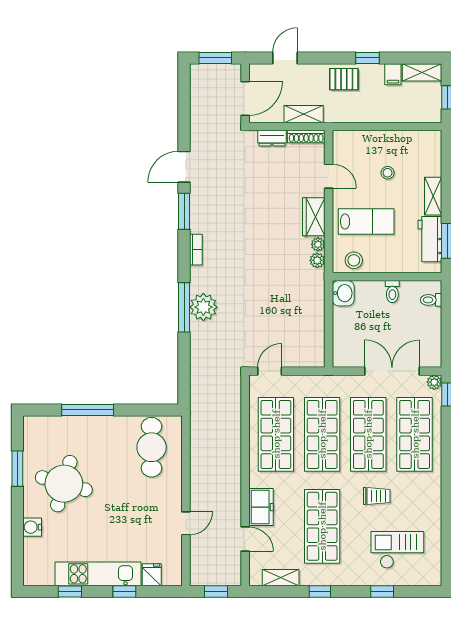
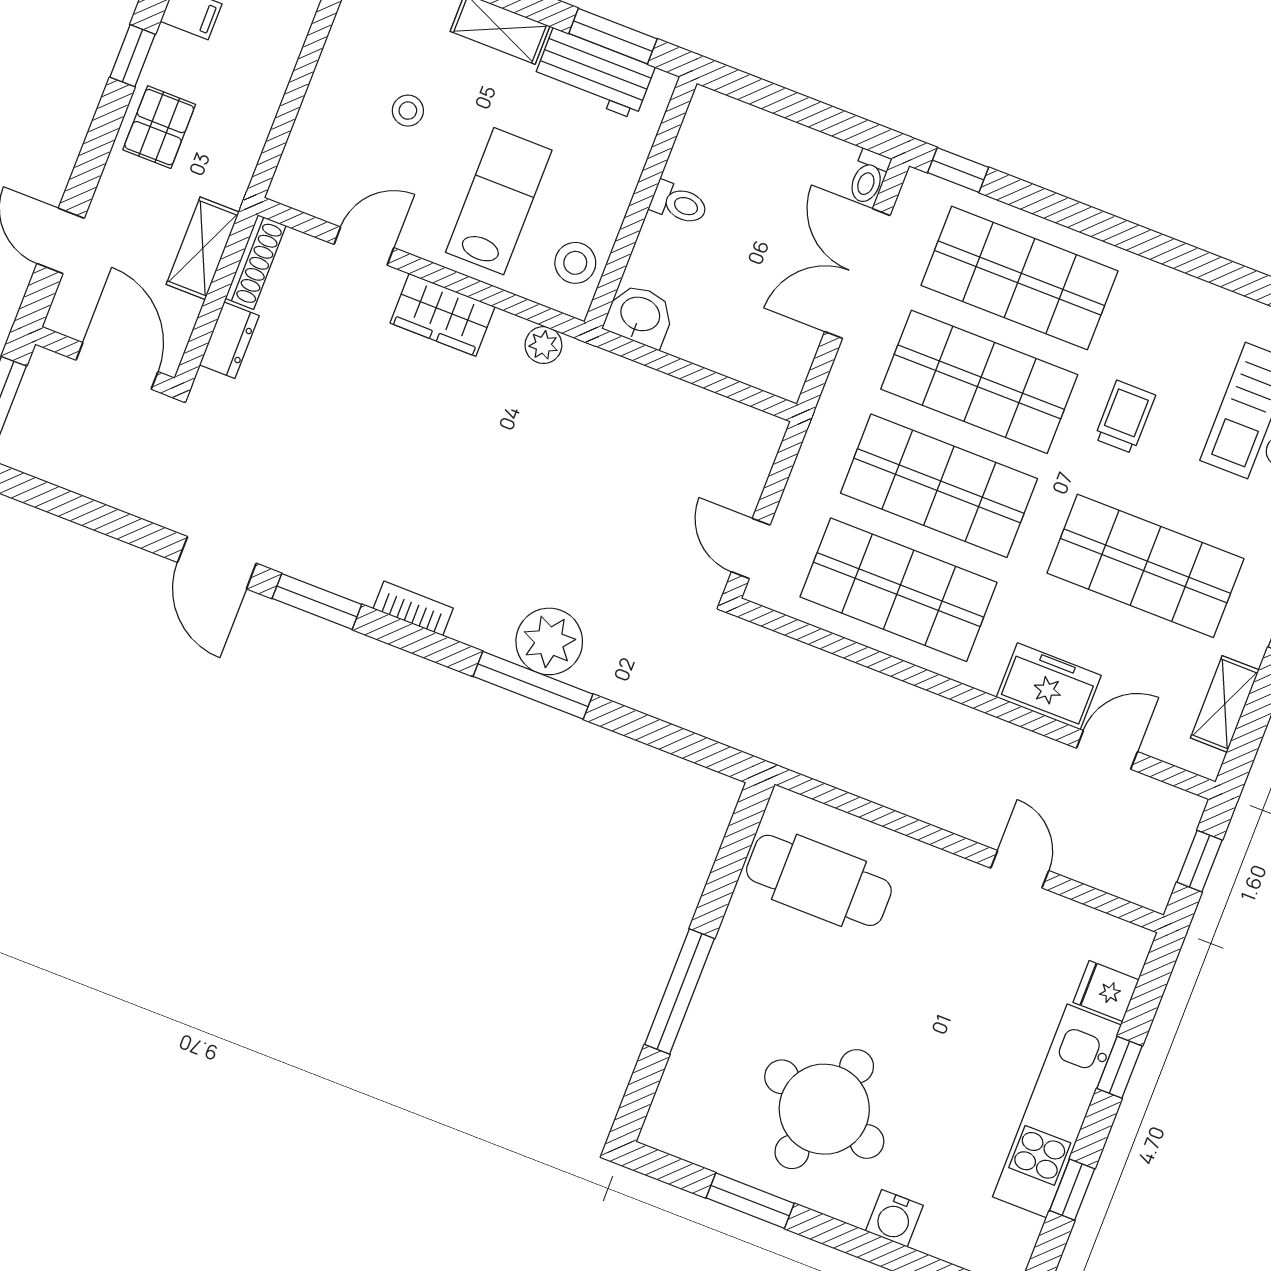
plant: (318, 244) -> (508, 329), removed
toilet: (431, 300) -> (868, 177), moved
plant: (434, 382) -> (919, 188), removed

